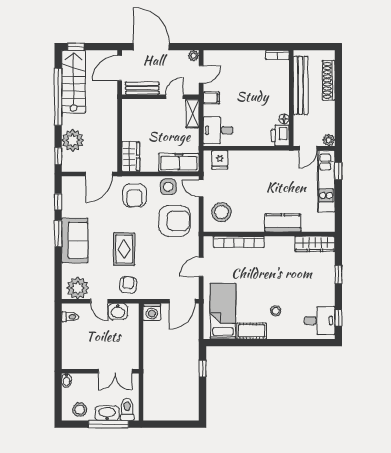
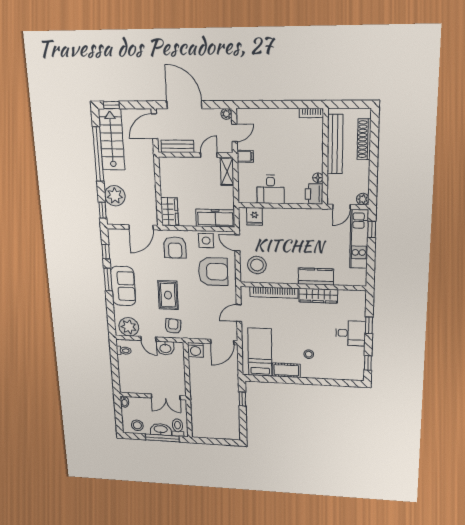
desk: (218, 130) -> (271, 189), moved, turned -90
wardrobe: (315, 244) -> (318, 296), moved
desk: (320, 321) -> (351, 333), moved

